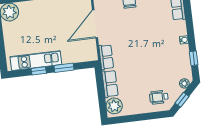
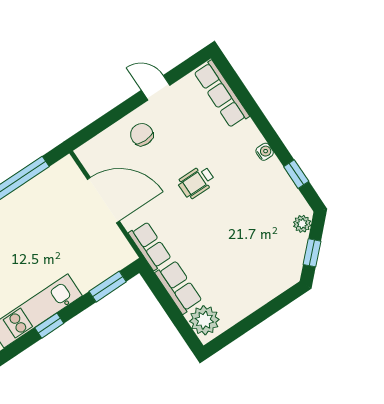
door: (95, 24) -> (103, 200), swing flipped
window: (64, 68) -> (108, 287), moved
wheelchair: (159, 97) -> (196, 182), moved

